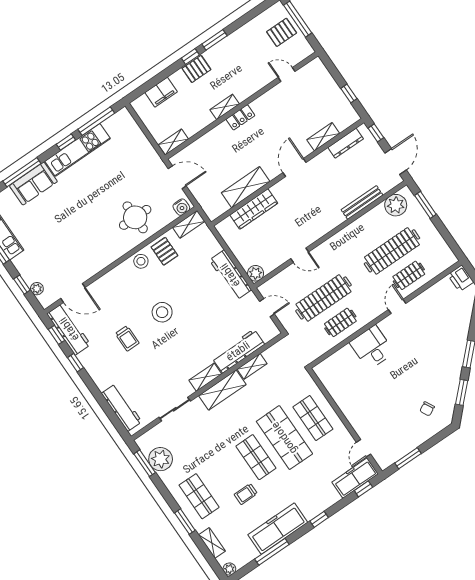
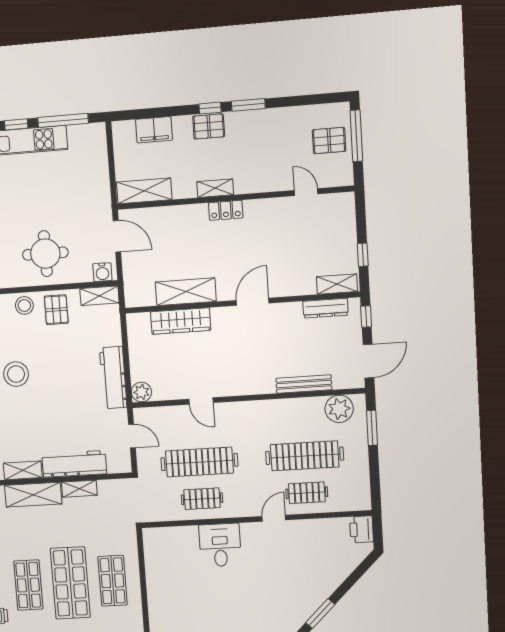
shelving: (323, 137) -> (337, 284), moved
shelving: (173, 142) -> (144, 191), width x1.50, depth x1.33

